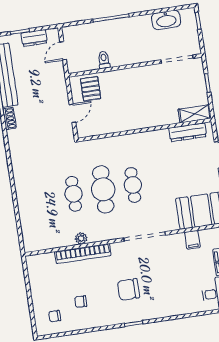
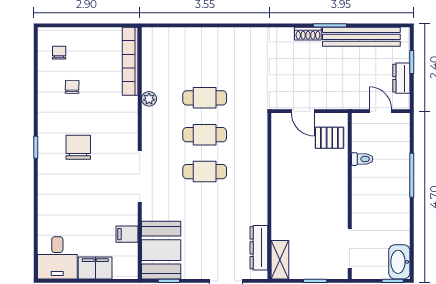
washbasin: (166, 20) -> (399, 262), moved
cafe table: (103, 189) -> (205, 135), width x0.73, depth x0.74
bookcase: (83, 254) -> (130, 61), moved

